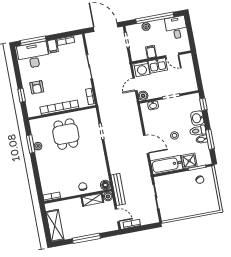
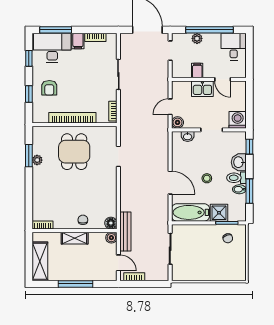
window: (16, 67) -> (29, 58), added
washing machine: (142, 69) -> (238, 120), moved, turned 180
shelving: (92, 200) -> (75, 238), moved

